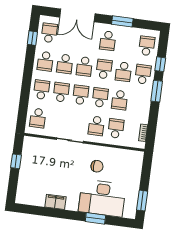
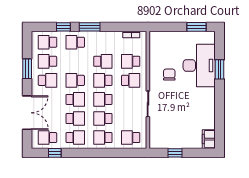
school desk: (123, 72) -> (47, 61), moved, turned 180
school desk: (38, 118) -> (131, 138), turned 180
filing cabinet: (55, 202) -> (209, 139), moved

